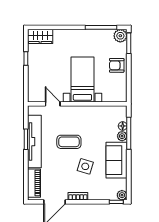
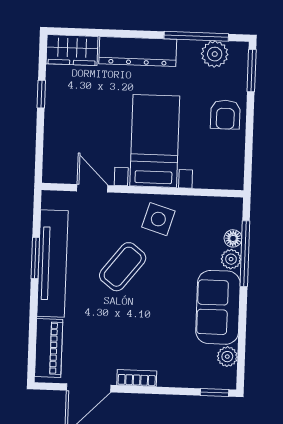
dresser: (73, 36) -> (138, 51), added
plant: (120, 36) -> (215, 54), moved
armchair: (117, 65) -> (225, 115), turned -90
coffee table: (69, 142) -> (123, 267), turned -52
side table: (85, 166) -> (158, 219), moved
plant: (122, 195) -> (227, 357), moved

